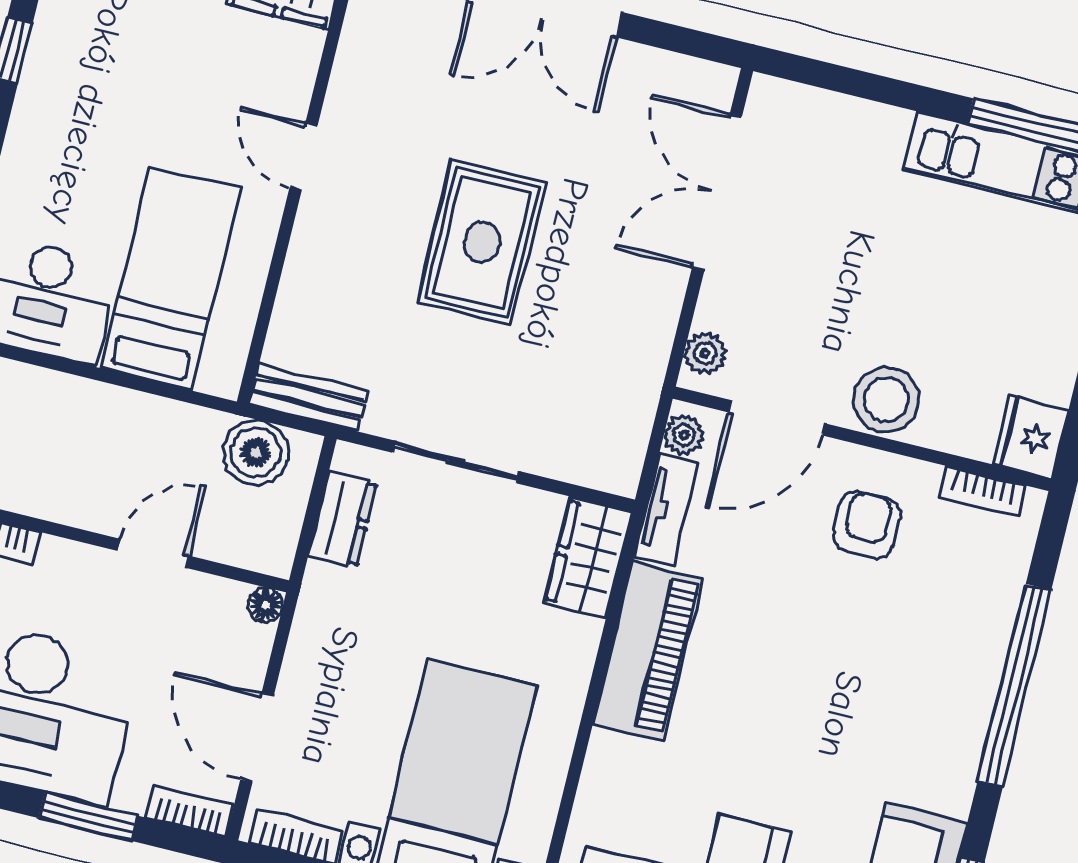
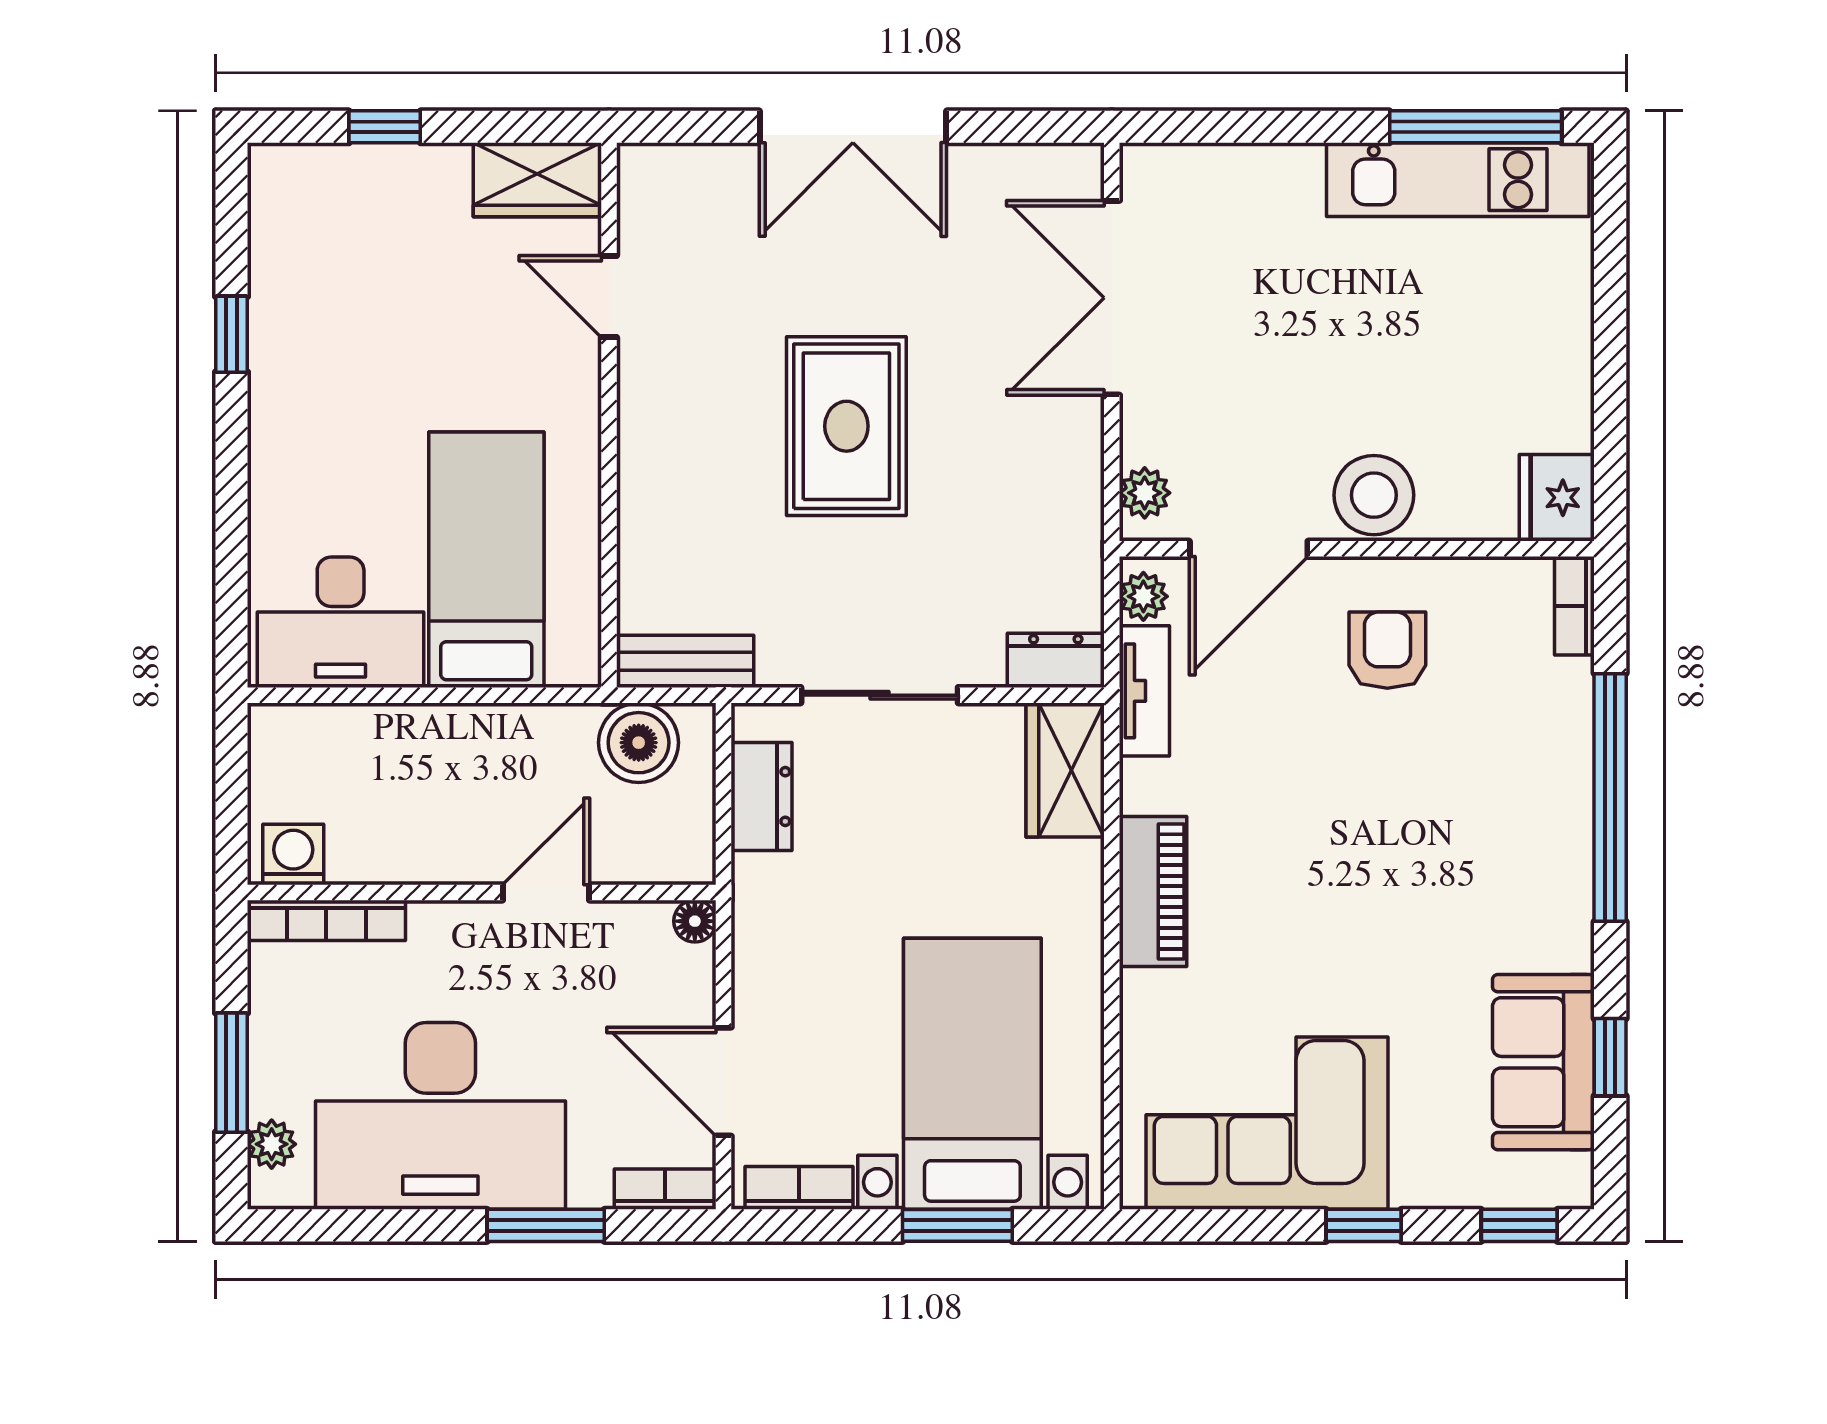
door: (304, 156) -> (609, 296), moved
dresser: (602, 469) -> (1056, 660), added
bookcase: (983, 491) -> (1574, 606), moved, turned 90
piano: (648, 651) -> (1153, 891), width x0.73, depth x0.75

